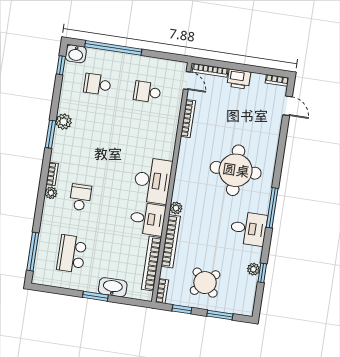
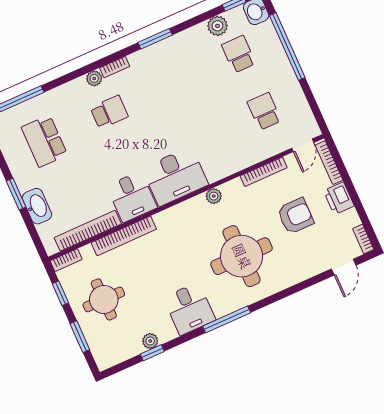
armchair: (232, 116) -> (295, 216), added
plant: (64, 122) -> (217, 26), moved
plant: (176, 208) -> (214, 196), moved
school desk: (72, 254) -> (44, 141), turned -90
round table: (205, 283) -> (104, 299), turned 45

